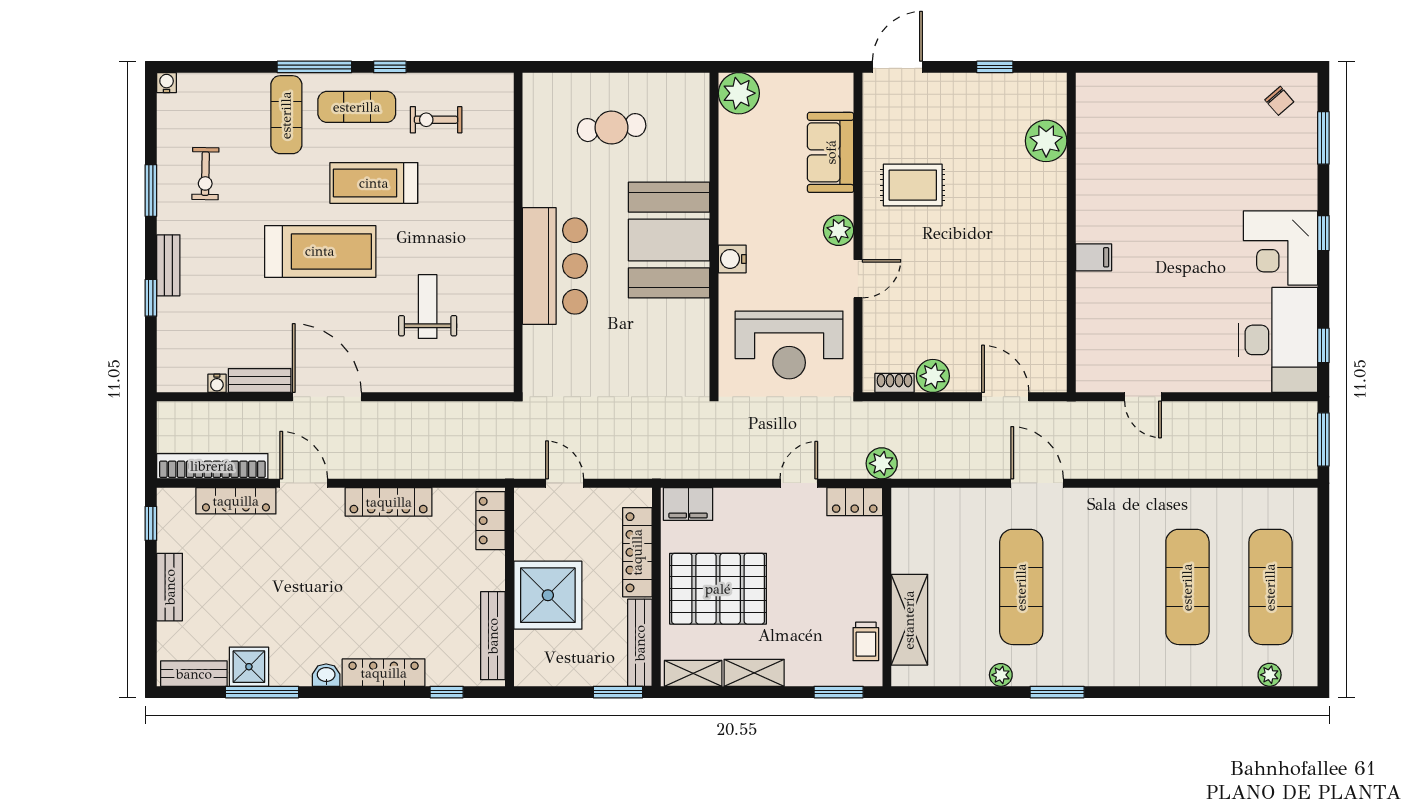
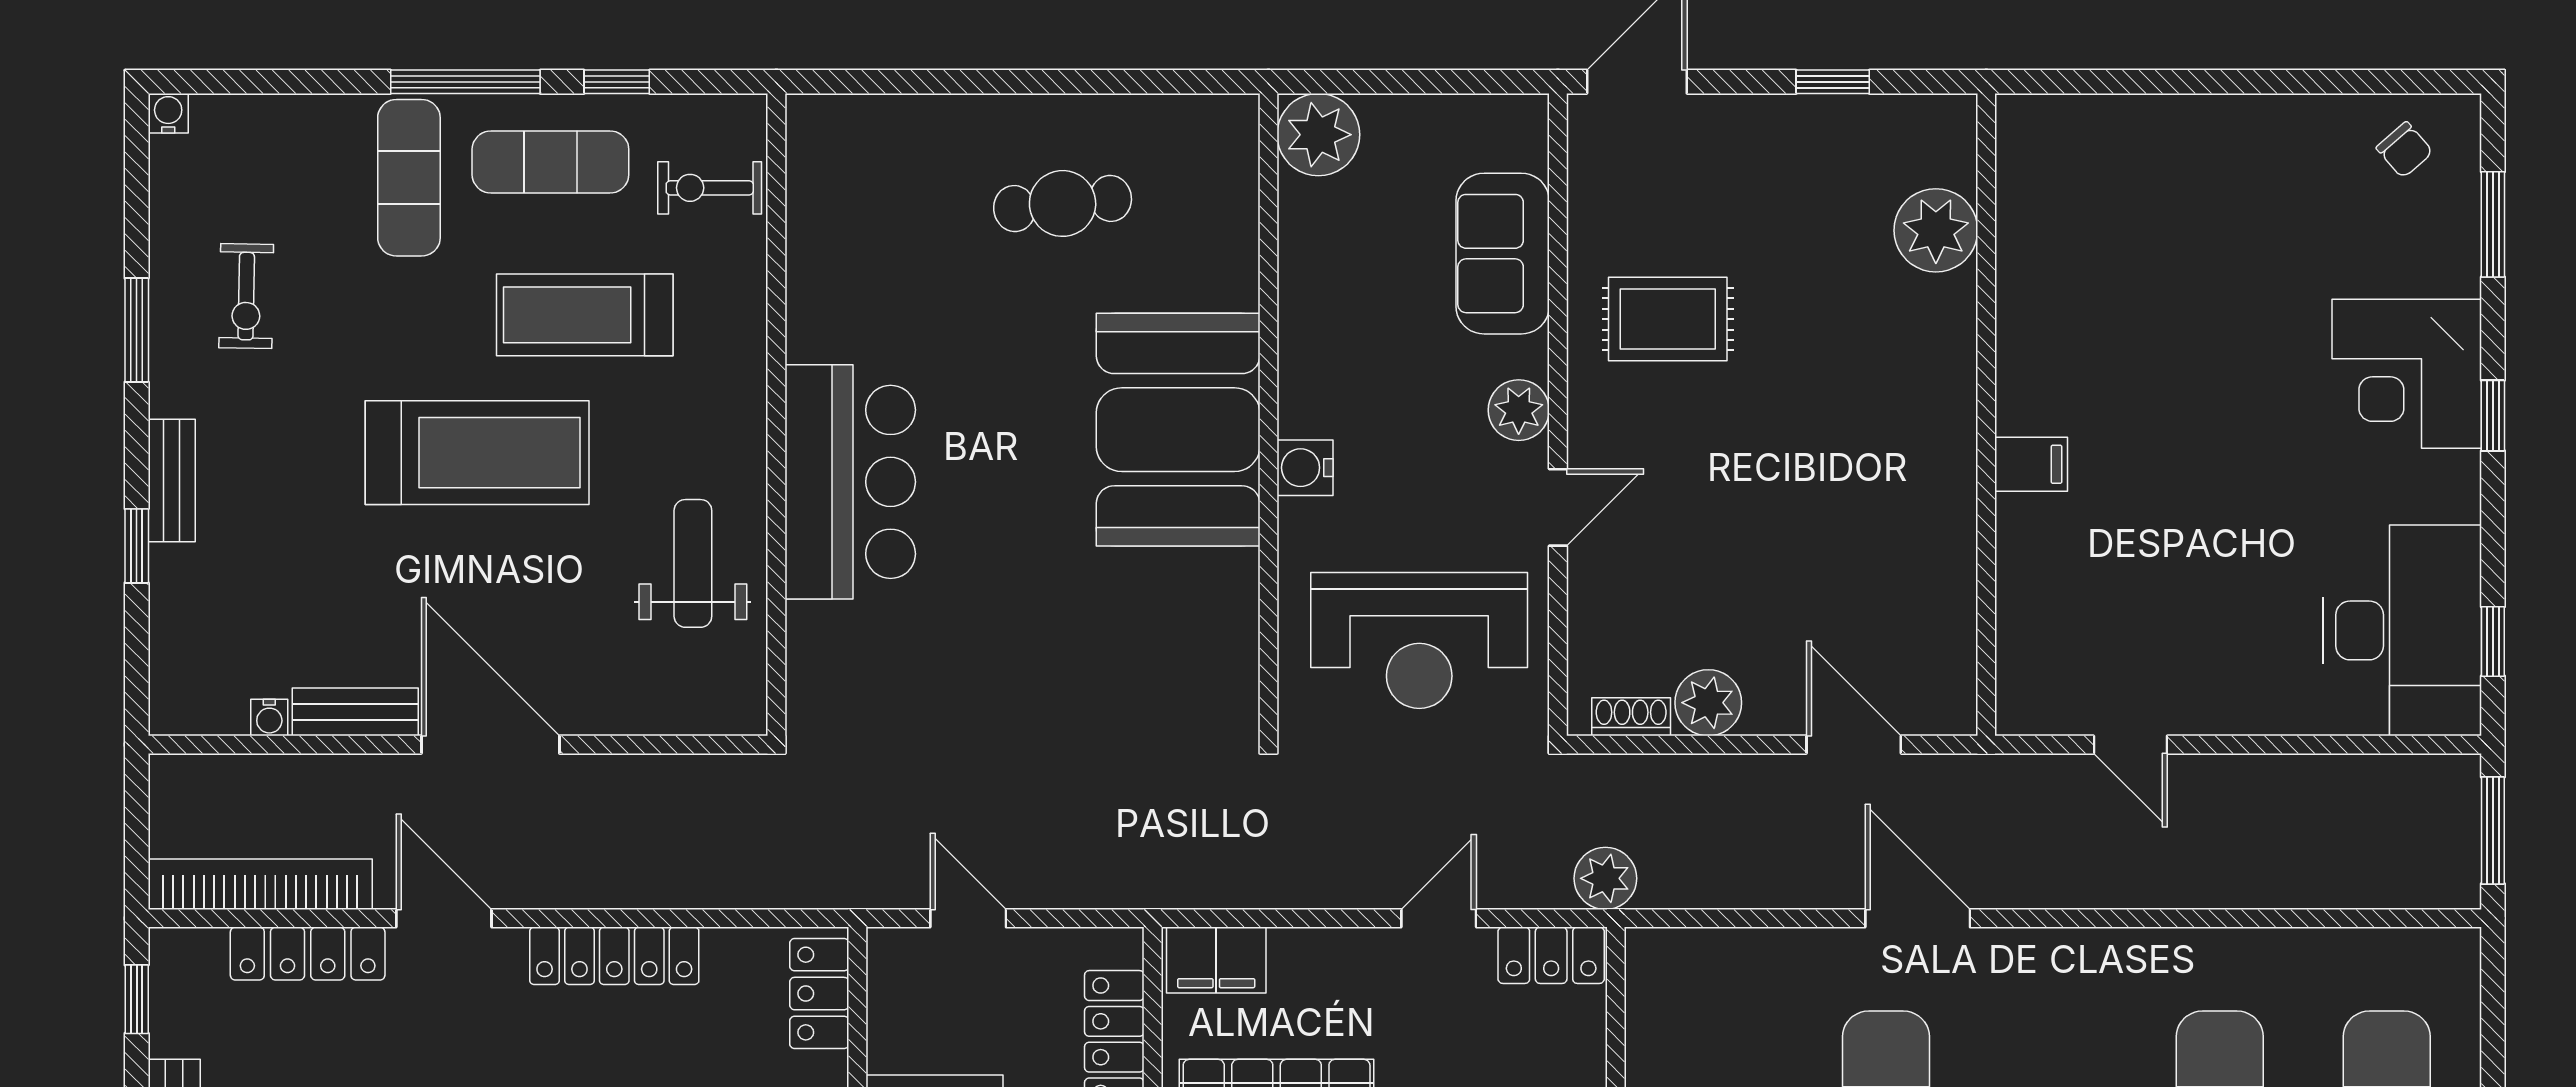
wall: (518, 233) -> (776, 415), moved
corner desk: (1280, 248) -> (2407, 374), moved
bar counter: (555, 266) -> (850, 482), moved

